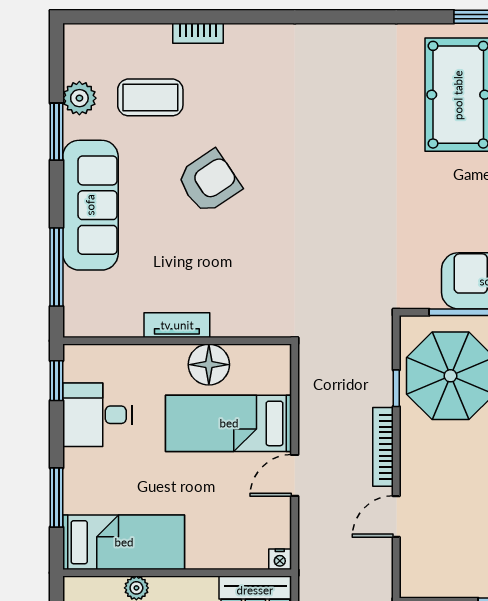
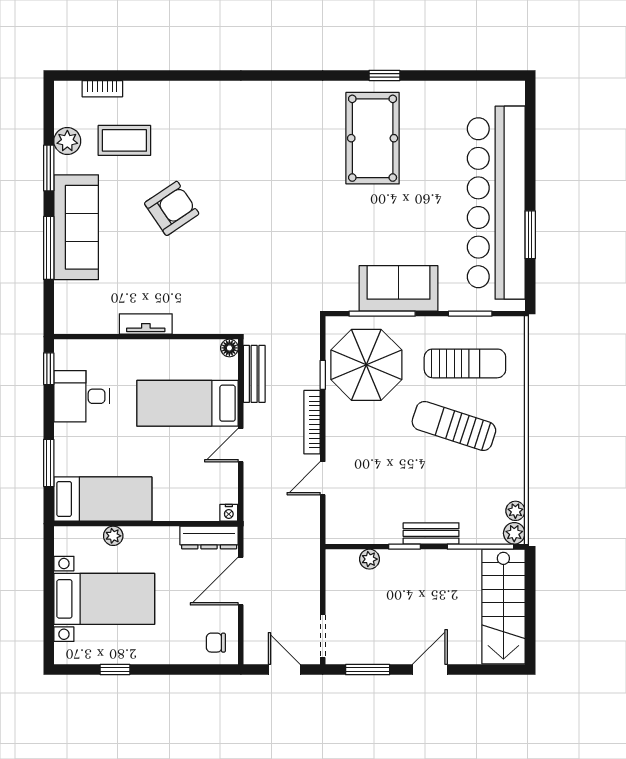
bookcase: (198, 33) -> (102, 89), moved
window: (56, 267) -> (49, 248), moved
floor lamp: (209, 365) -> (229, 348), moved, width x0.53, depth x0.53
bench: (311, 387) -> (254, 374), added

